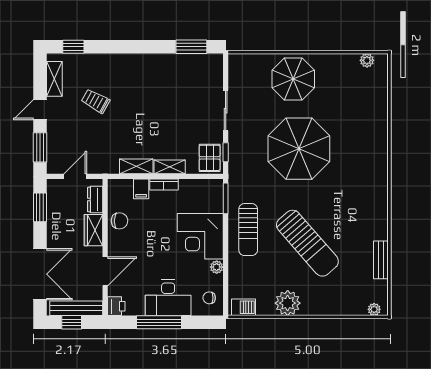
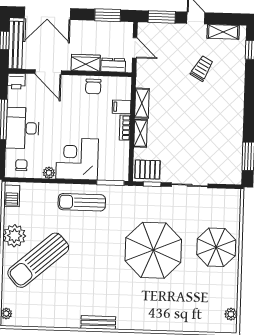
sun lounger: (307, 243) -> (38, 260), moved
bench: (381, 260) -> (98, 323), moved

